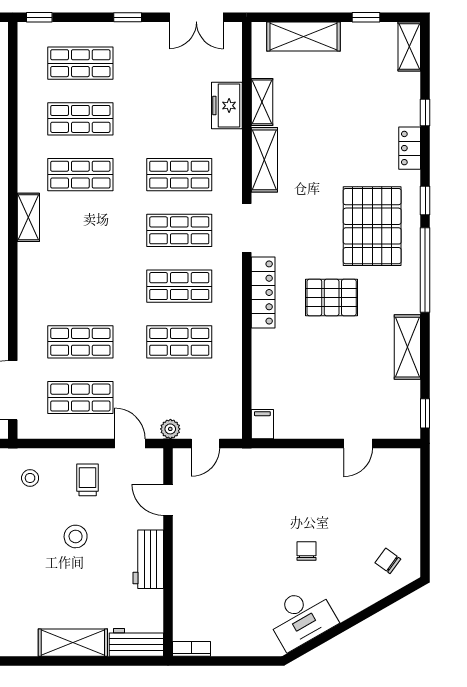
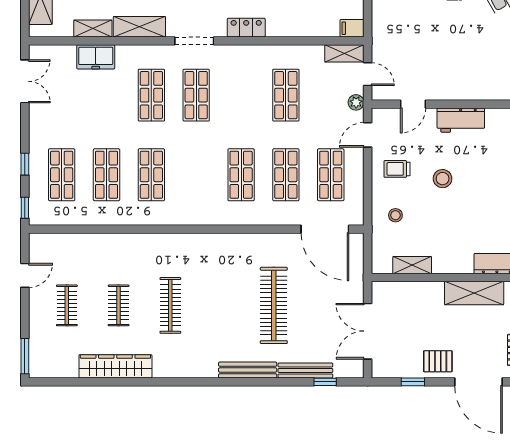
window: (128, 17) -> (25, 164), moved
shelving: (28, 217) -> (344, 53), moved
shop shelf: (179, 286) -> (241, 175), moved
locker: (263, 292) -> (246, 28), width x0.66

